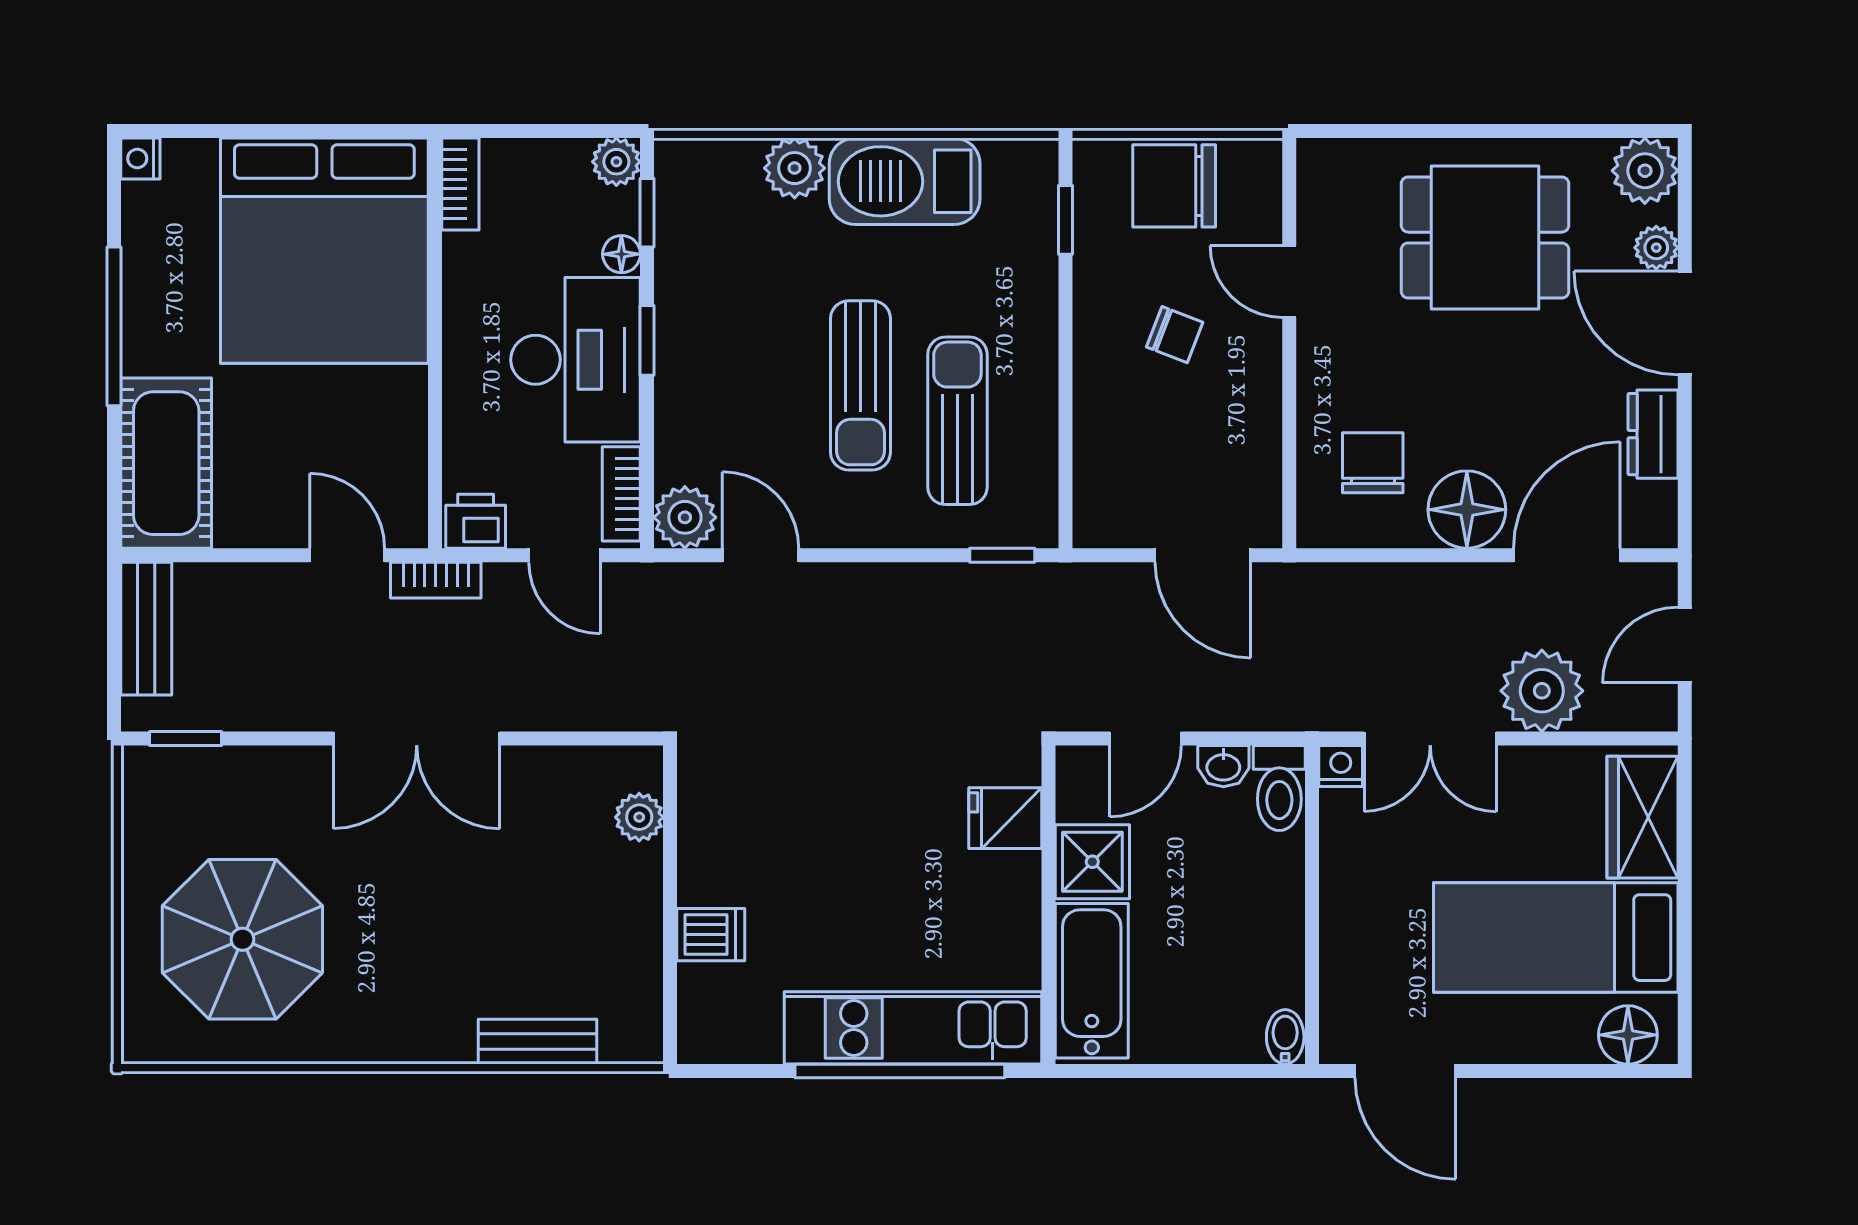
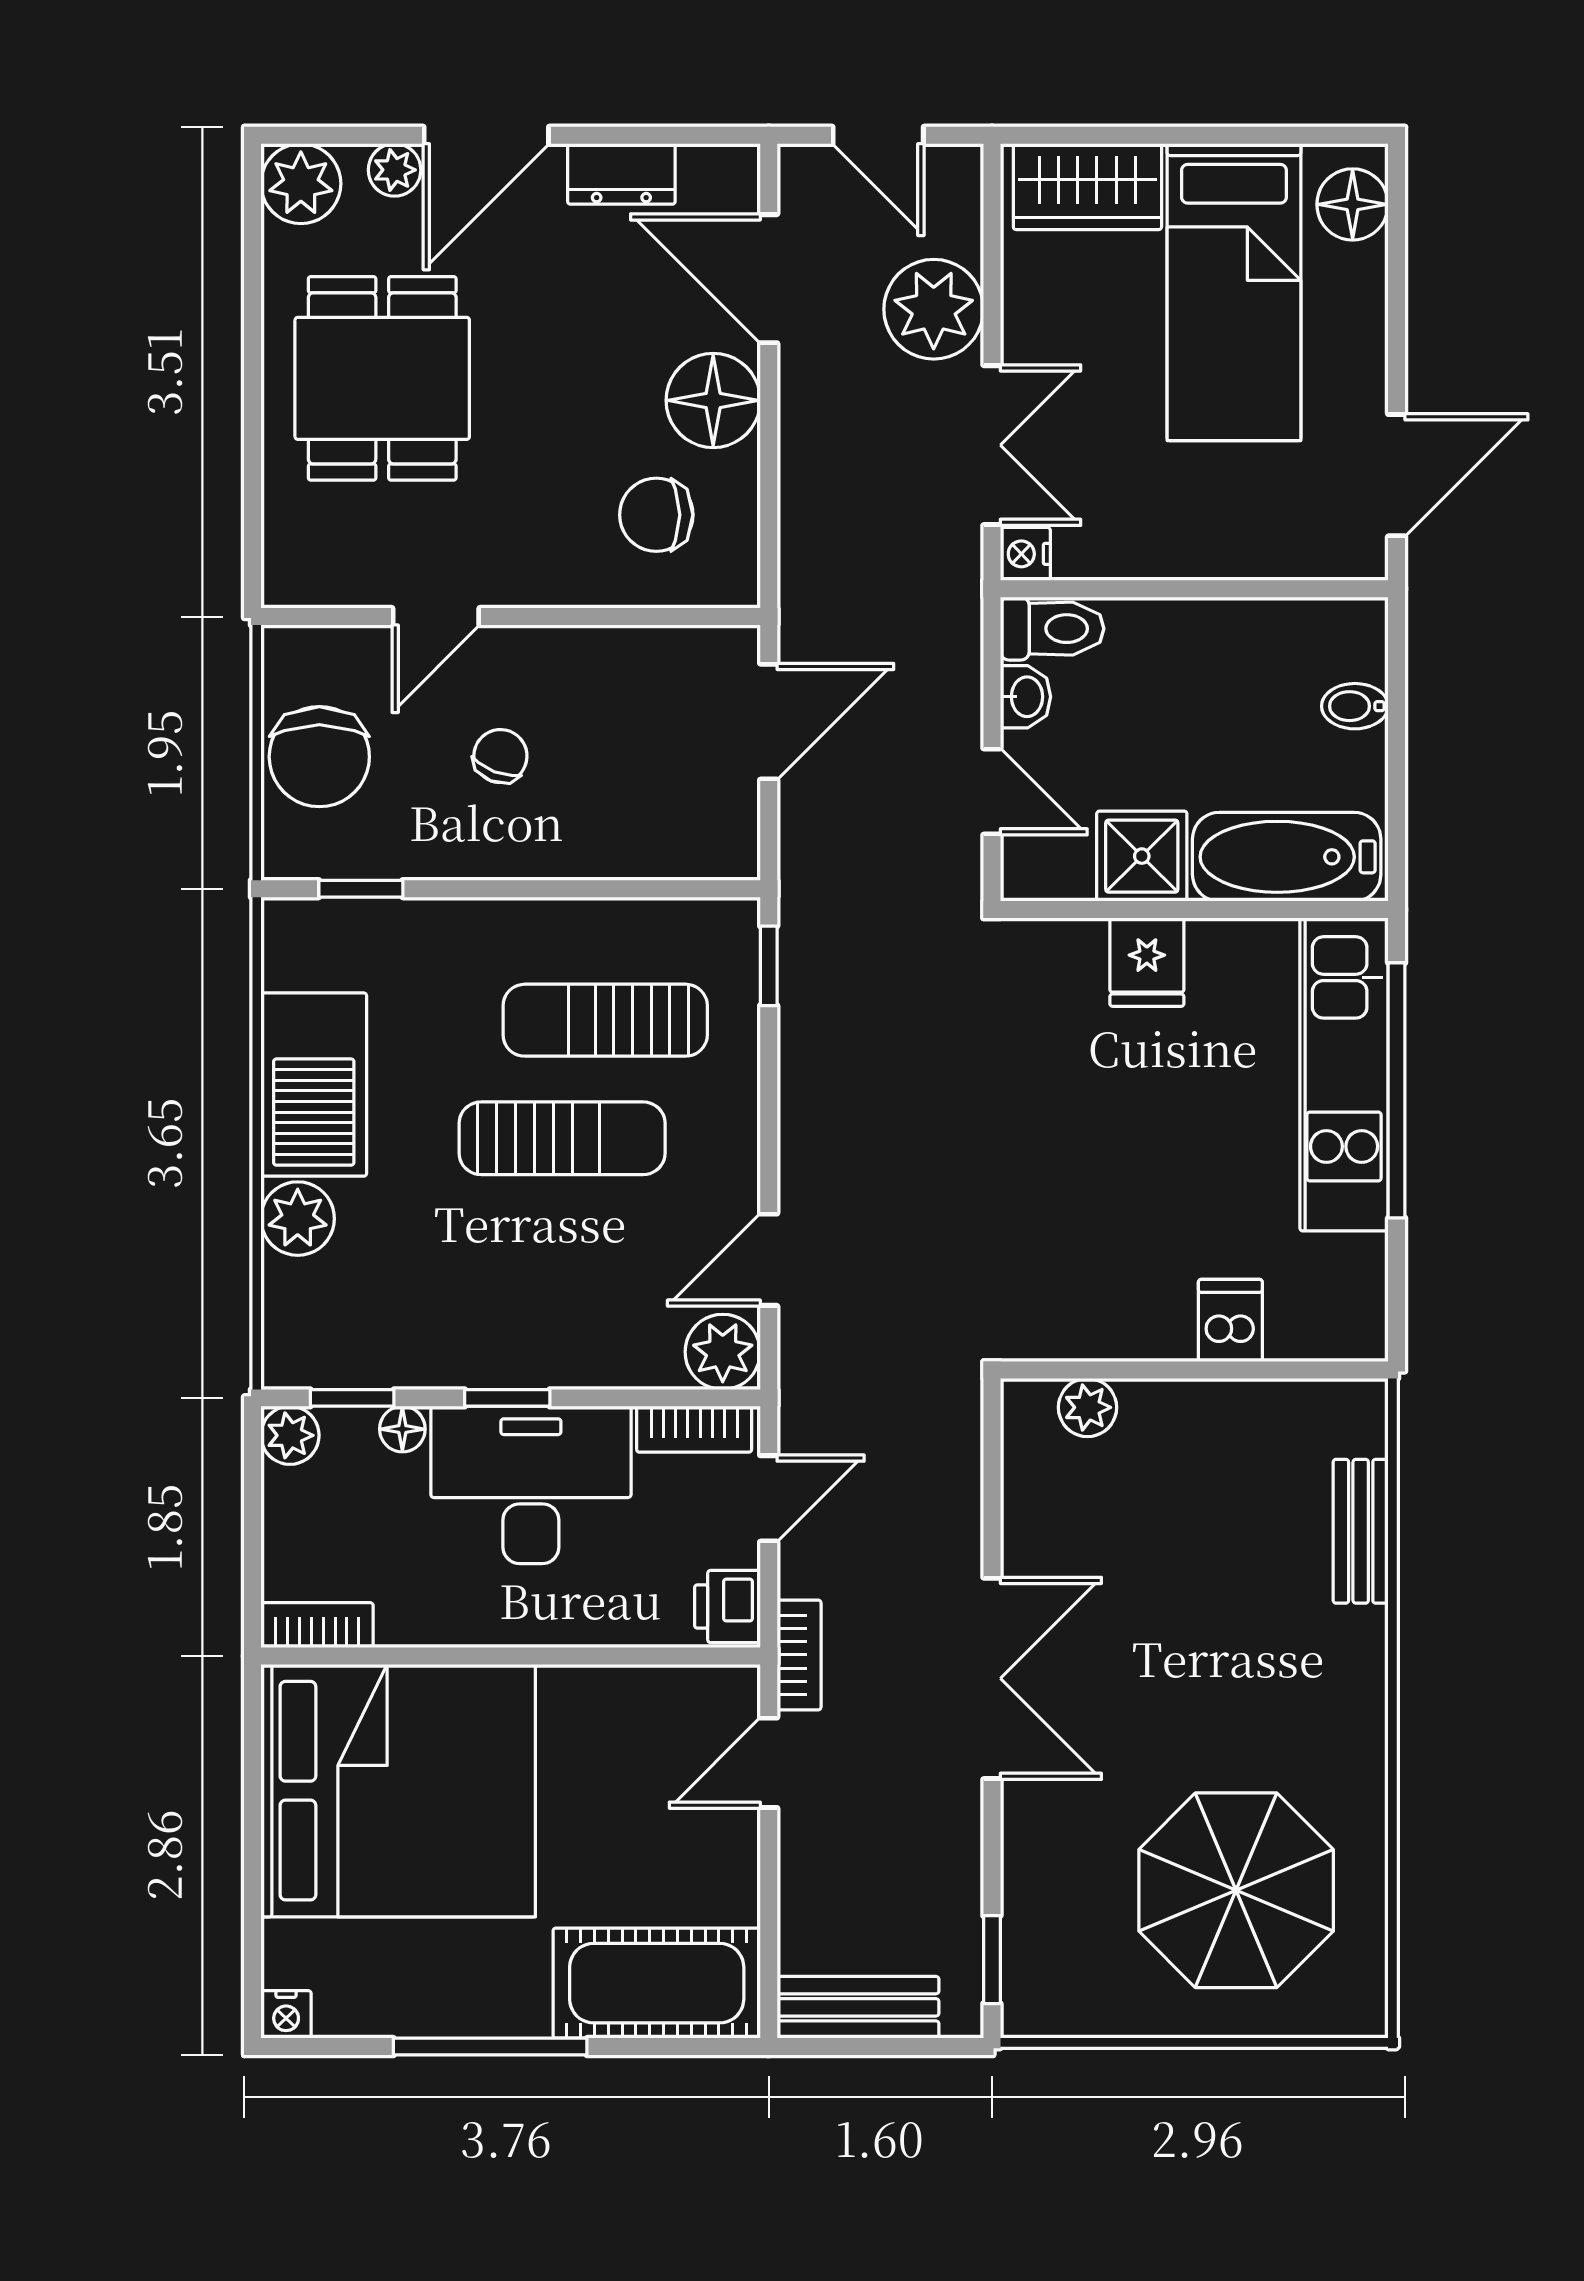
fridge: (1005, 818) -> (1147, 962), moved
bidet: (1285, 1037) -> (1355, 706), moved

